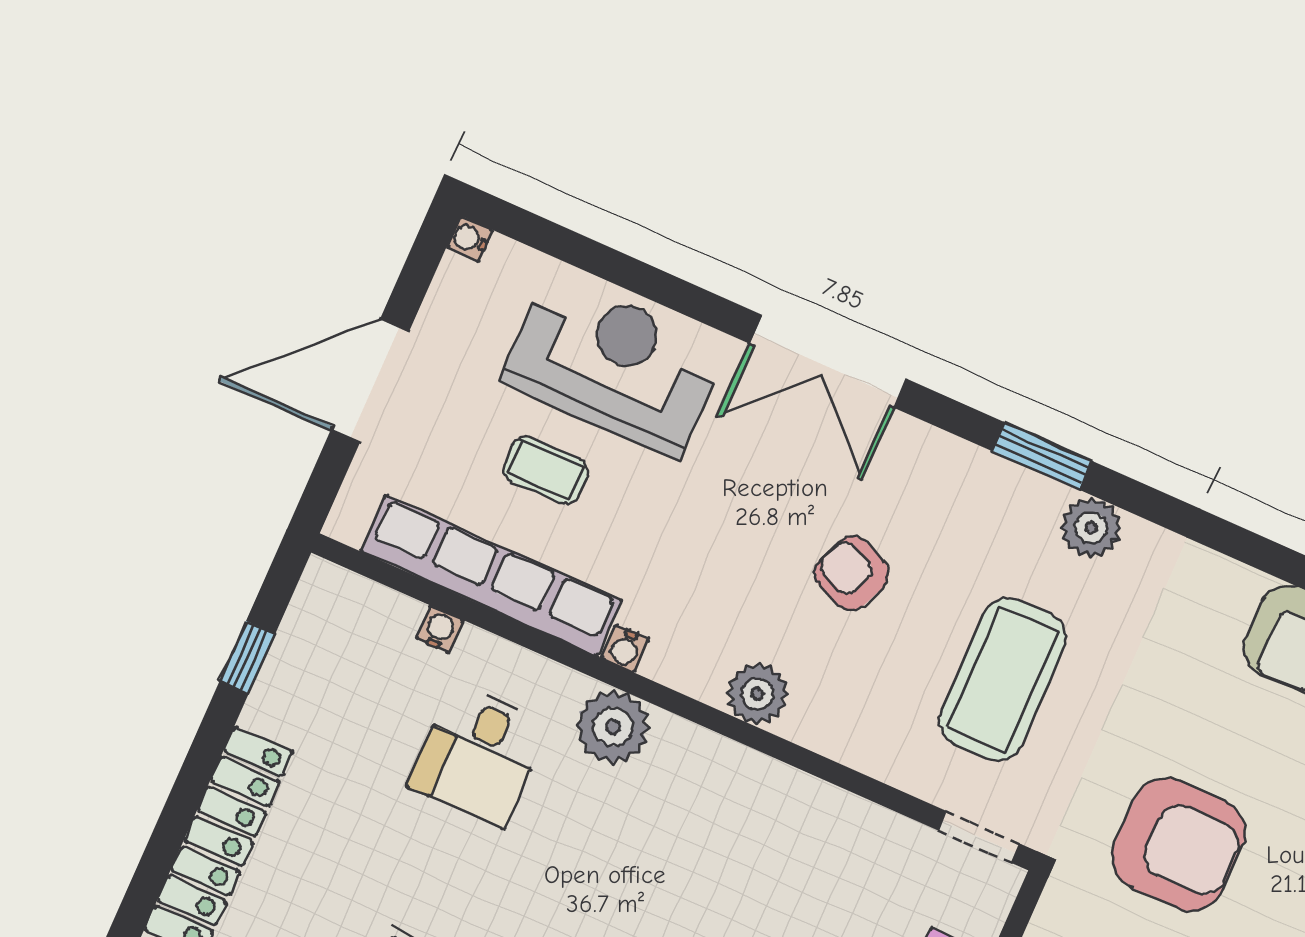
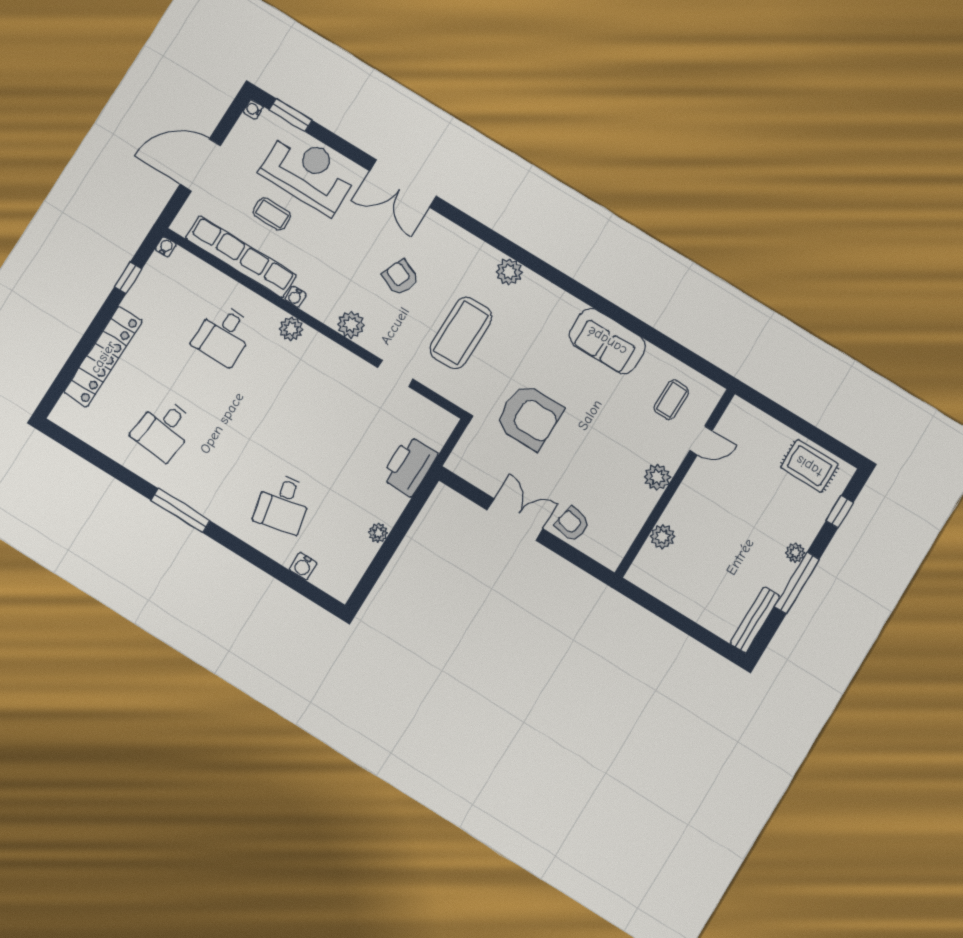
window: (1042, 456) -> (291, 115), moved
water cooler: (440, 629) -> (166, 247), moved
plant: (613, 727) -> (291, 329), width x0.73, depth x0.73
doorway: (979, 837) -> (395, 373), moved

